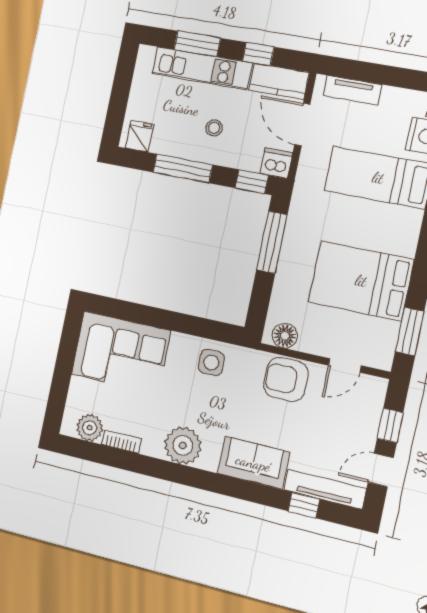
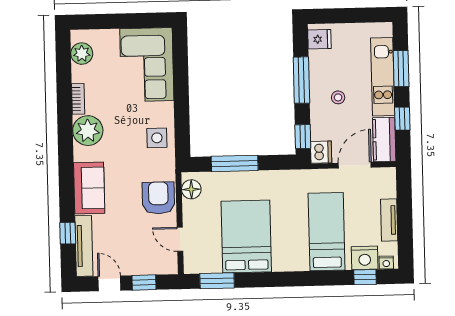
tv unit: (353, 90) -> (389, 220), moved
window: (272, 242) -> (235, 163), moved
bookcase: (121, 442) -> (78, 99), moved

